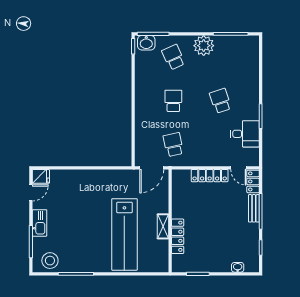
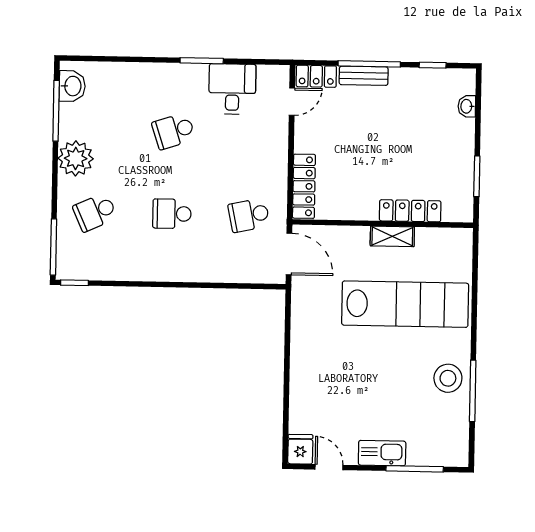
washbasin: (146, 43) -> (72, 86), moved
locker: (210, 176) -> (304, 186), moved
stool: (50, 261) -> (448, 378), moved

